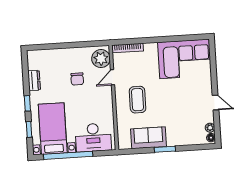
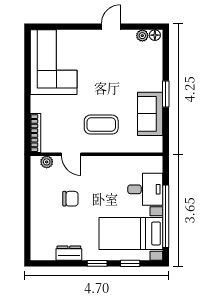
plant: (101, 59) -> (47, 162), width x0.53, depth x0.53
desk: (93, 137) -> (145, 189), width x0.73

